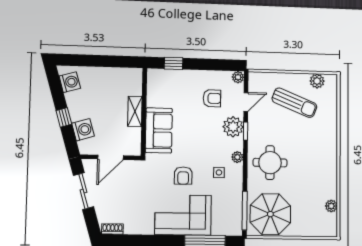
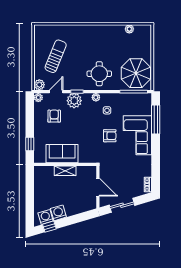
plant: (317, 81) -> (39, 85), moved
door: (246, 102) -> (56, 92), hinge flipped
window: (64, 117) -> (49, 227), moved
washing machine: (83, 130) -> (58, 213), moved
sofa: (159, 130) -> (62, 154), moved

